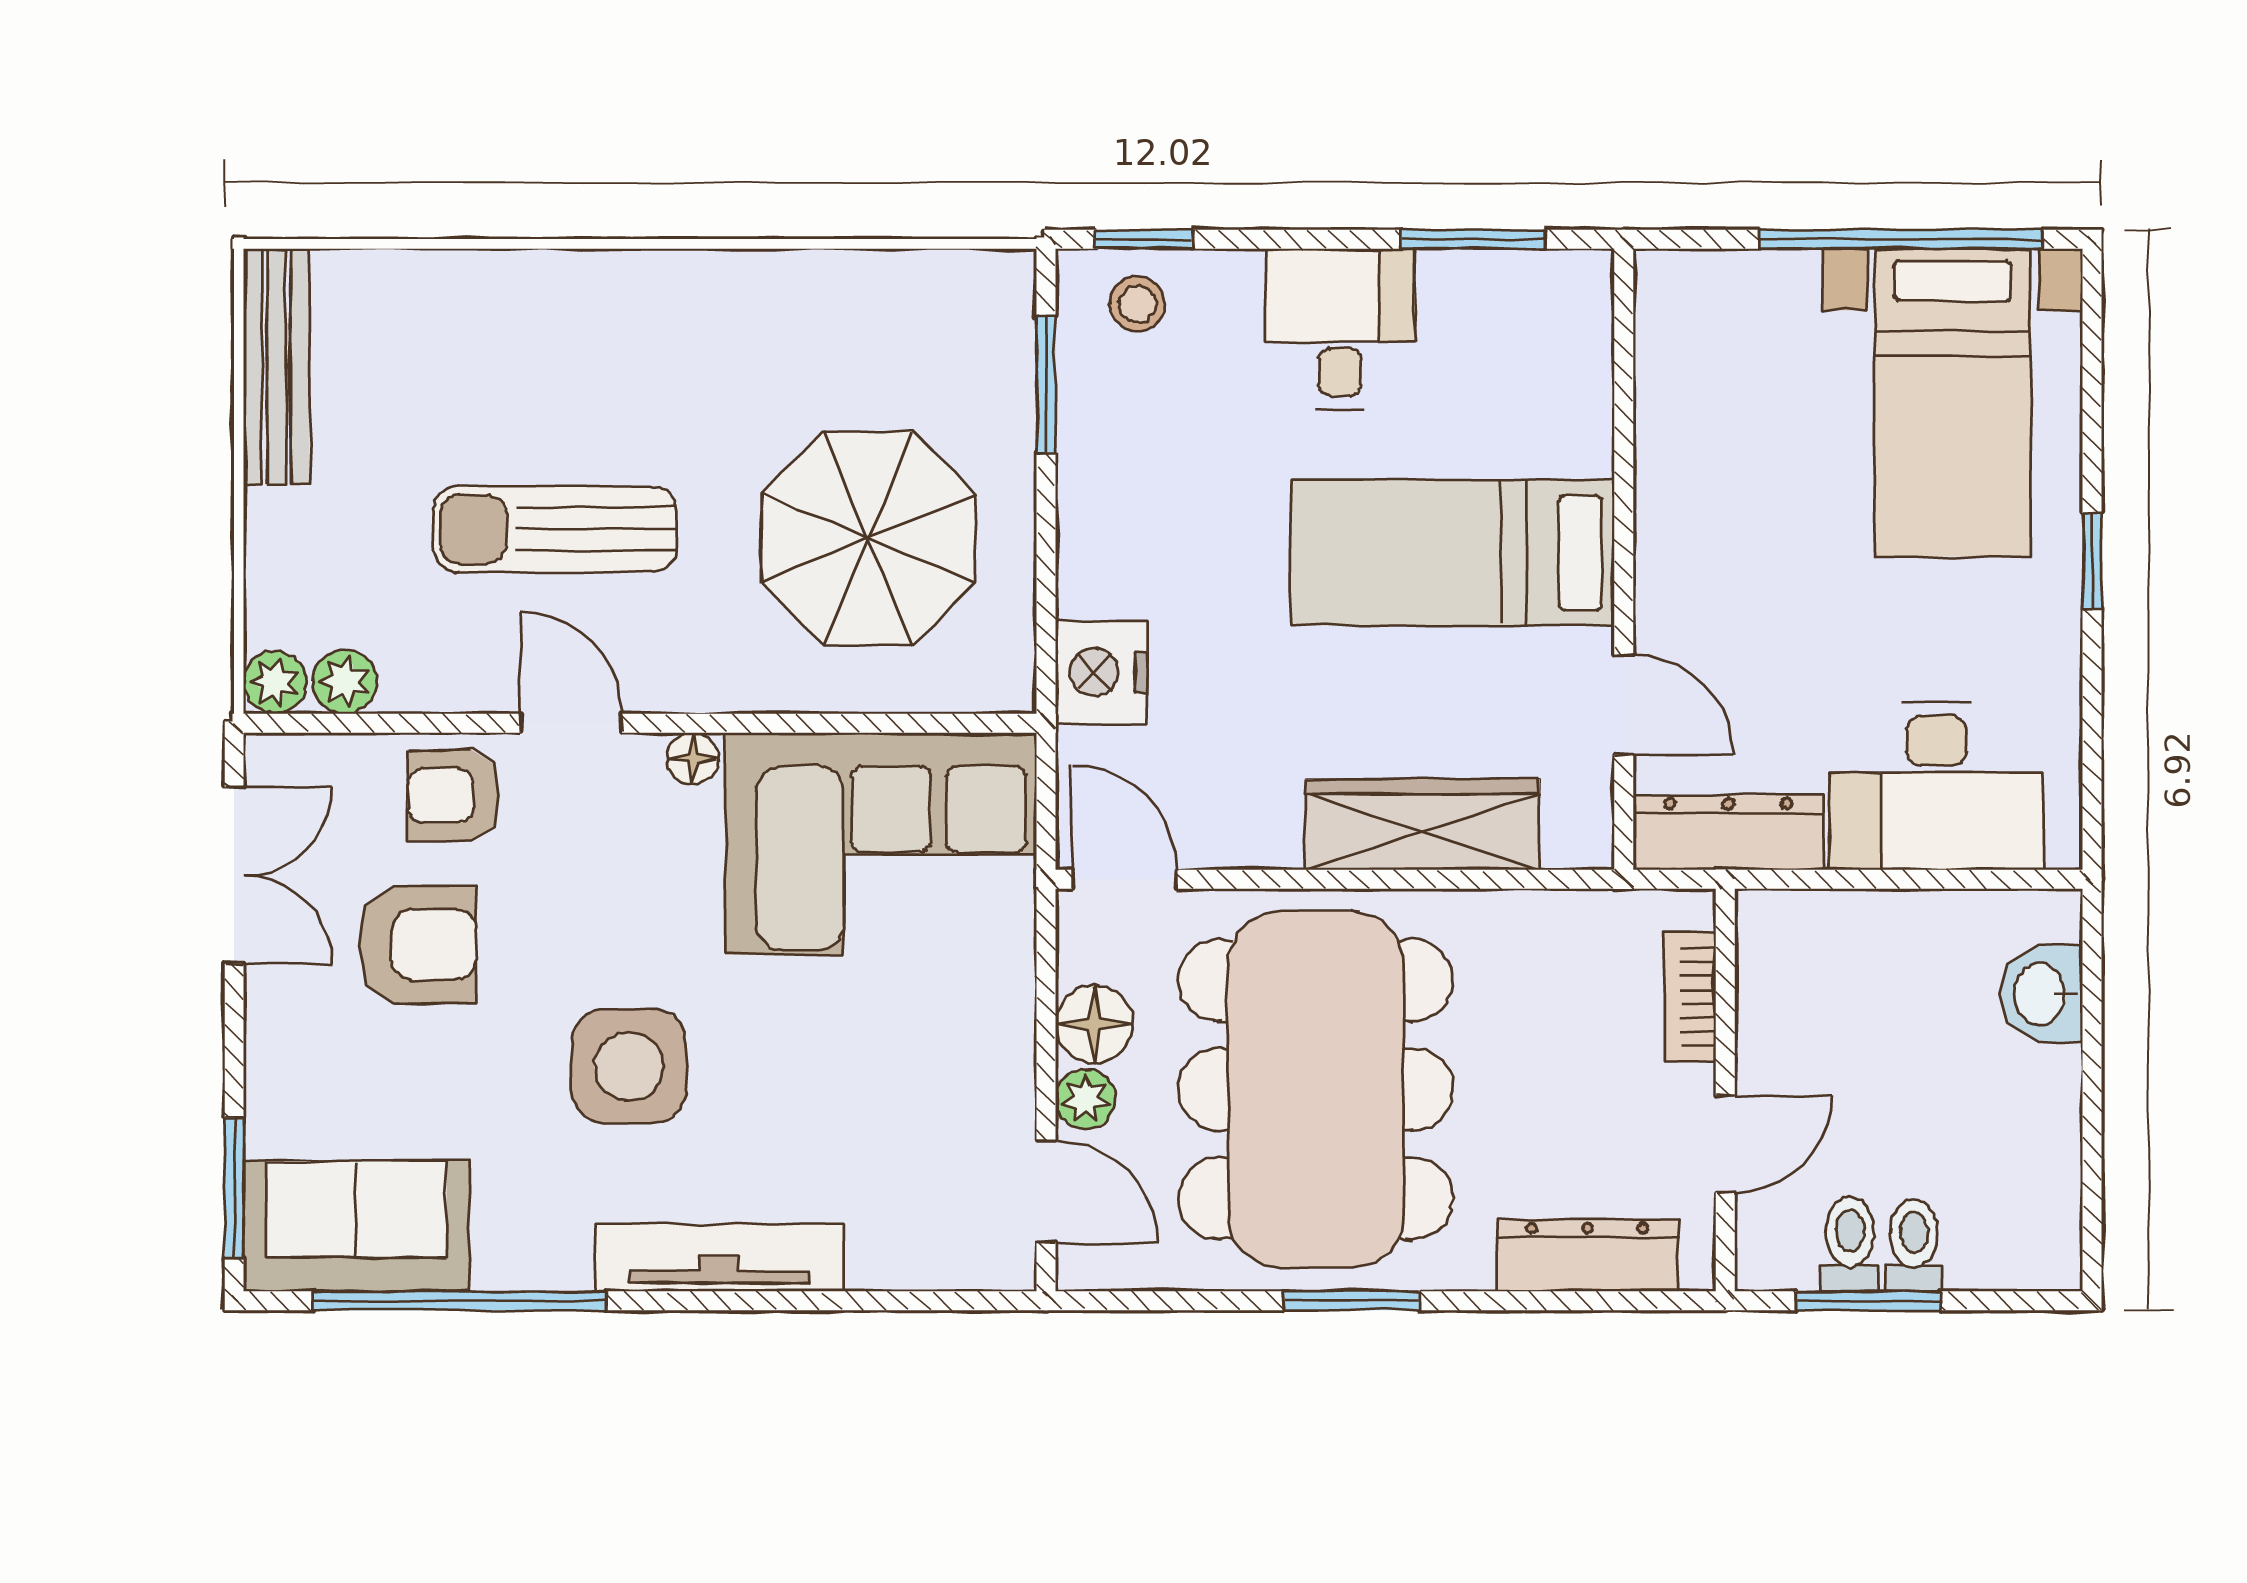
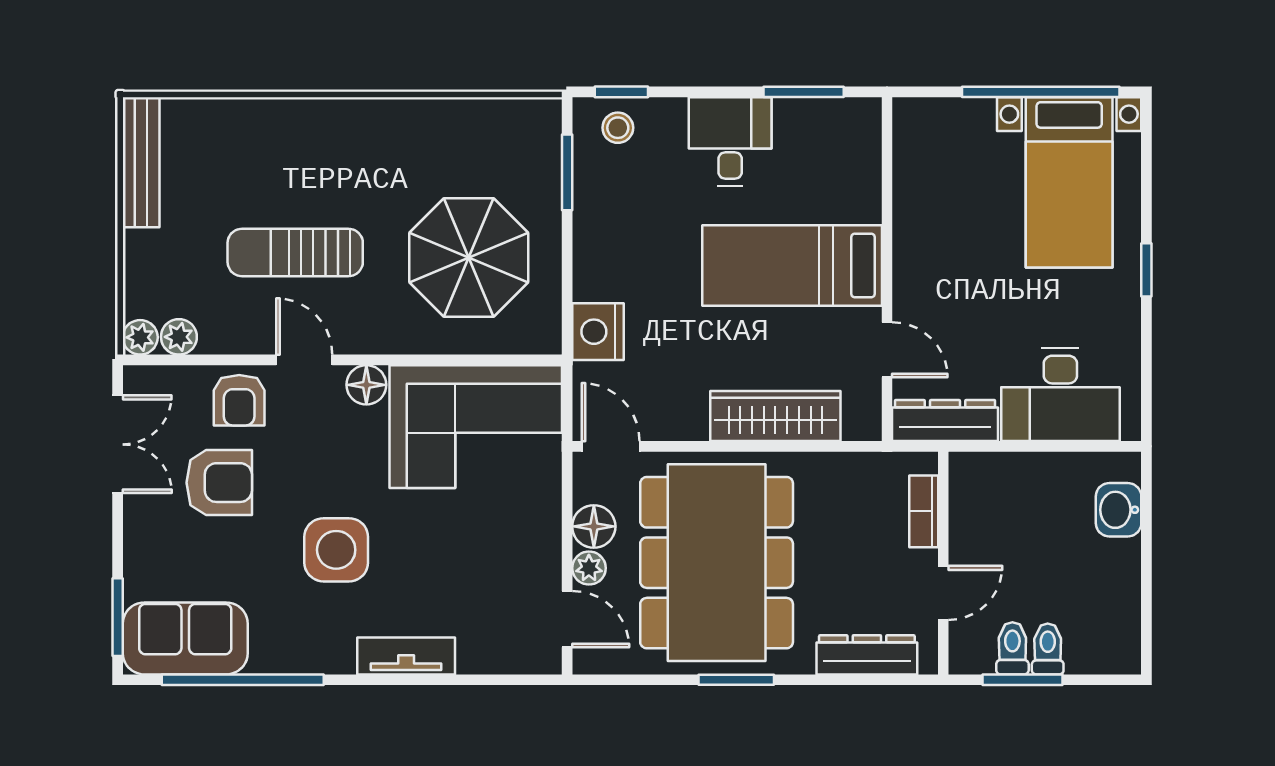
floor lamp: (693, 759) -> (366, 385), width x1.37, depth x1.37
armchair: (454, 796) -> (239, 400), turned -90
tv unit: (719, 1258) -> (406, 656), width x0.71

